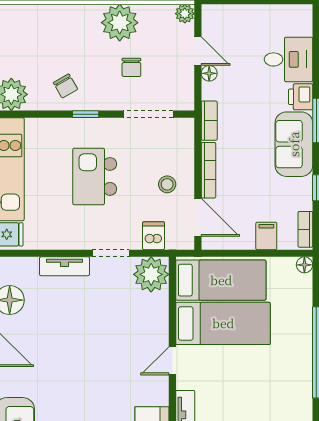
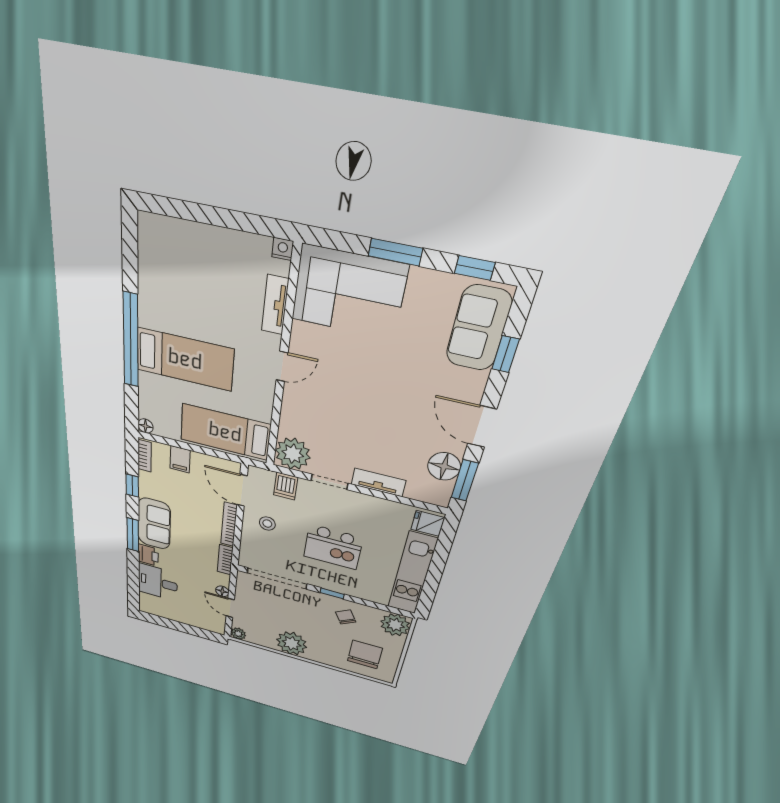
chair: (131, 67) -> (365, 654), moved, width x1.87, depth x1.87
doorway: (148, 114) -> (277, 578), width x1.36
kitchen island: (95, 176) -> (333, 547), turned 90
bed: (223, 323) -> (185, 359), moved, turned 180

